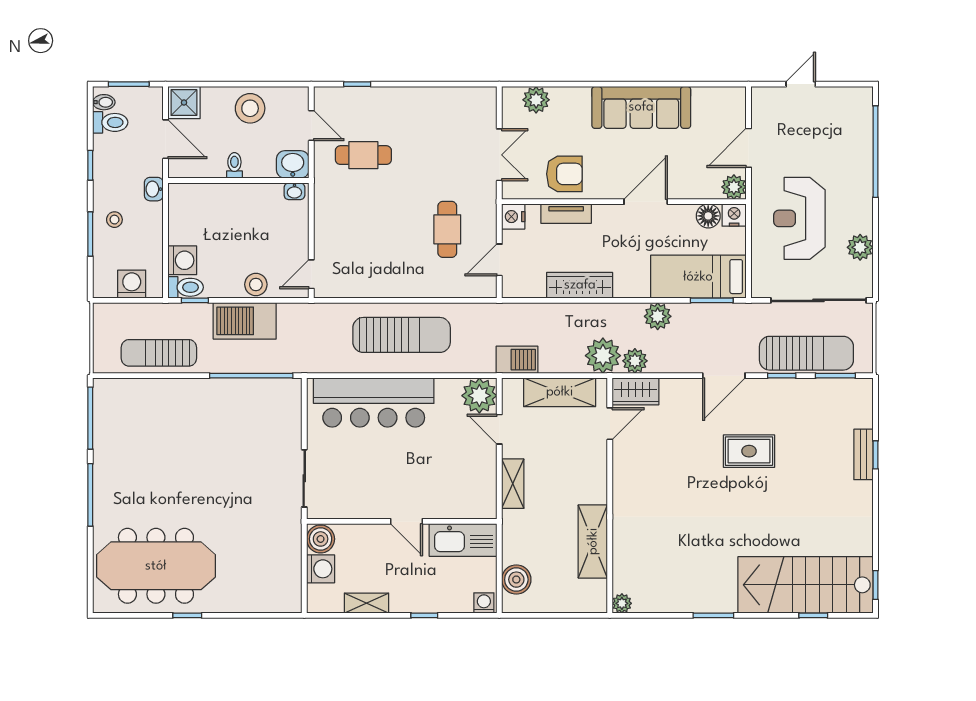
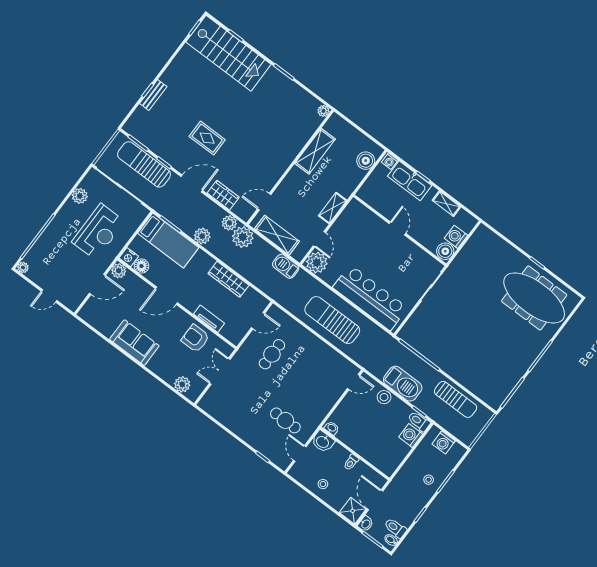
plant: (864, 96) -> (23, 267), added
sofa: (641, 107) -> (134, 343), width x0.73
stool: (250, 108) -> (323, 484), width x0.53, depth x0.53
washbasin: (154, 189) -> (366, 524), moved
nightstand: (513, 217) -> (236, 336), removed
wardrobe: (635, 391) -> (223, 195), moved
kitchen sink: (463, 540) -> (410, 181), moved, turned 180

